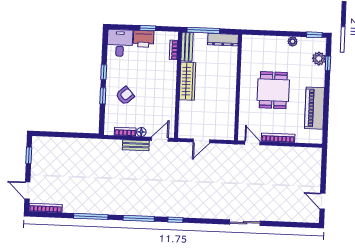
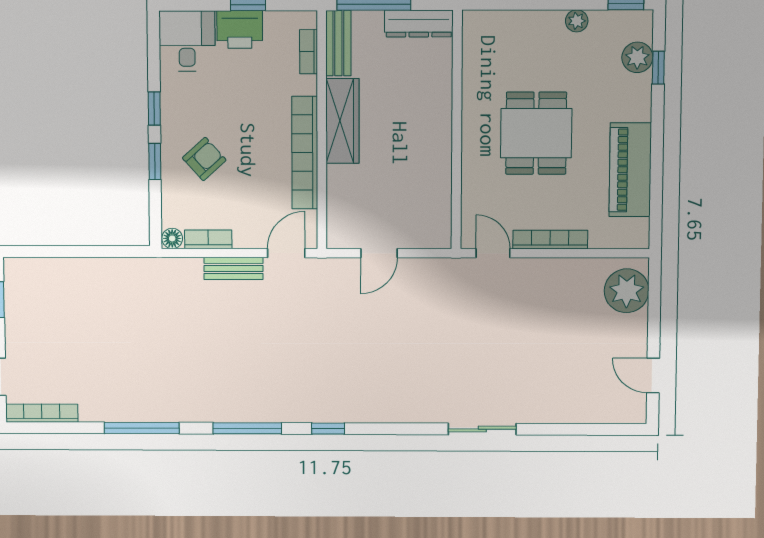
bookcase: (170, 95) -> (305, 153), added
floor lamp: (141, 132) -> (172, 238), moved
plant: (312, 162) -> (627, 291), added

